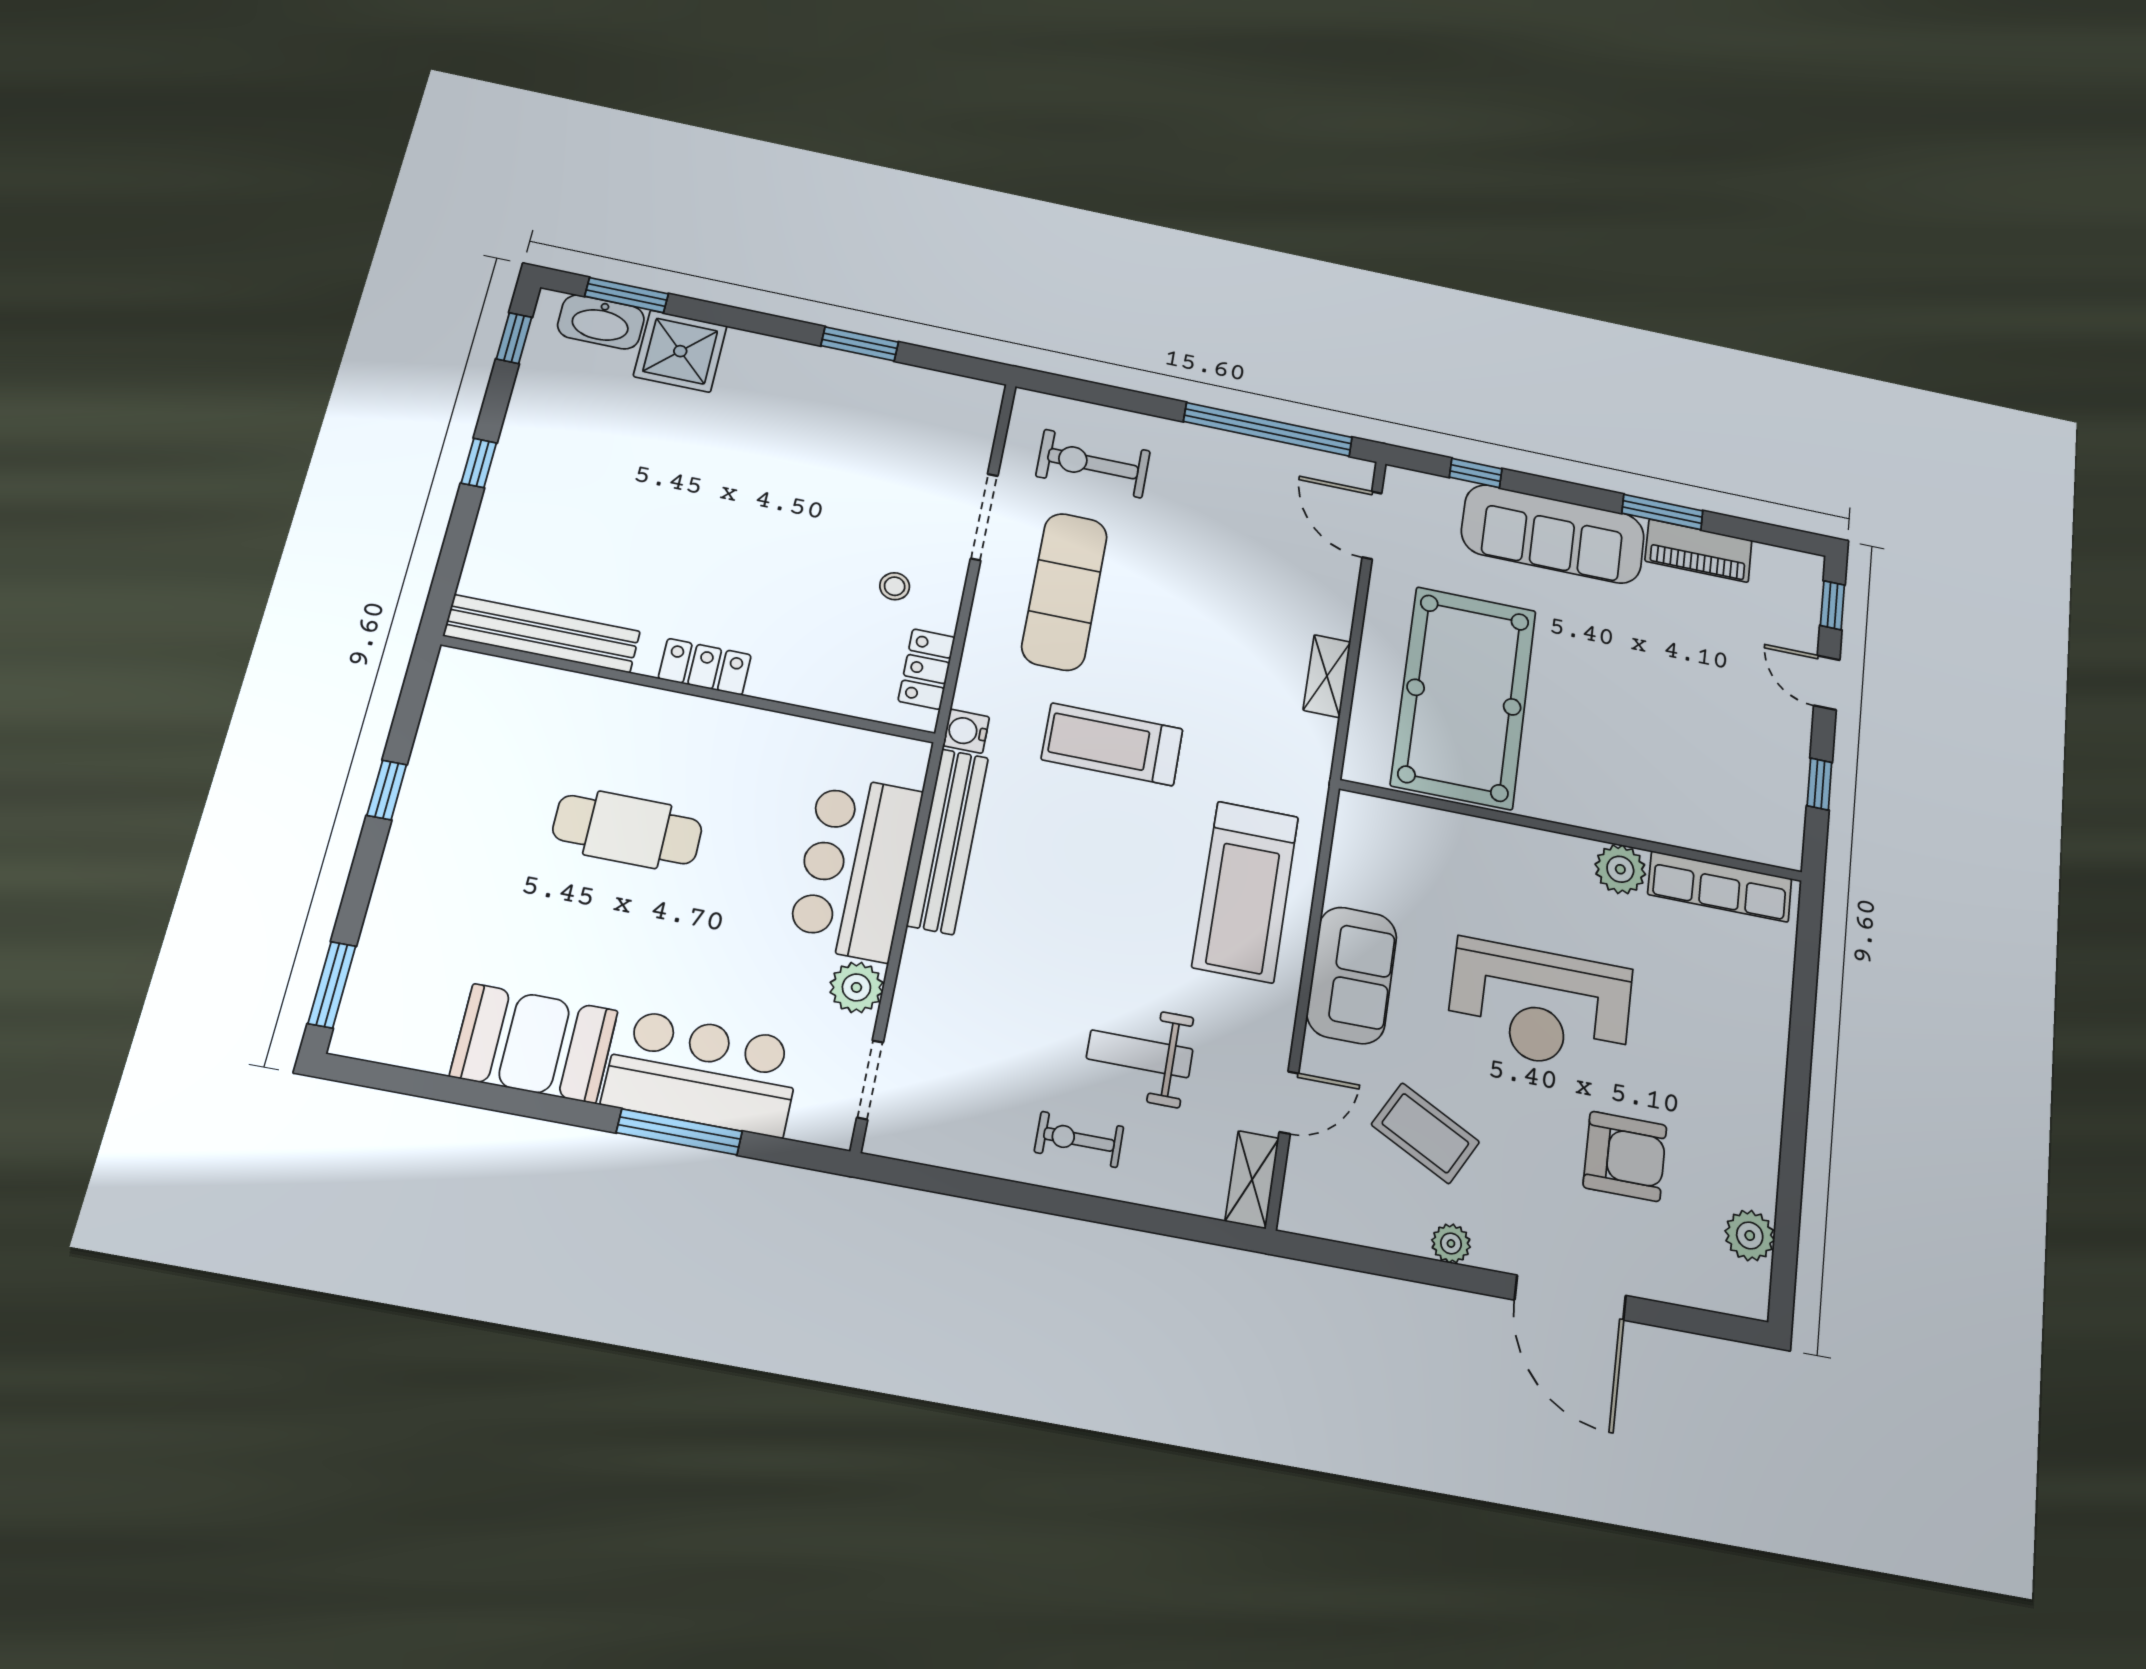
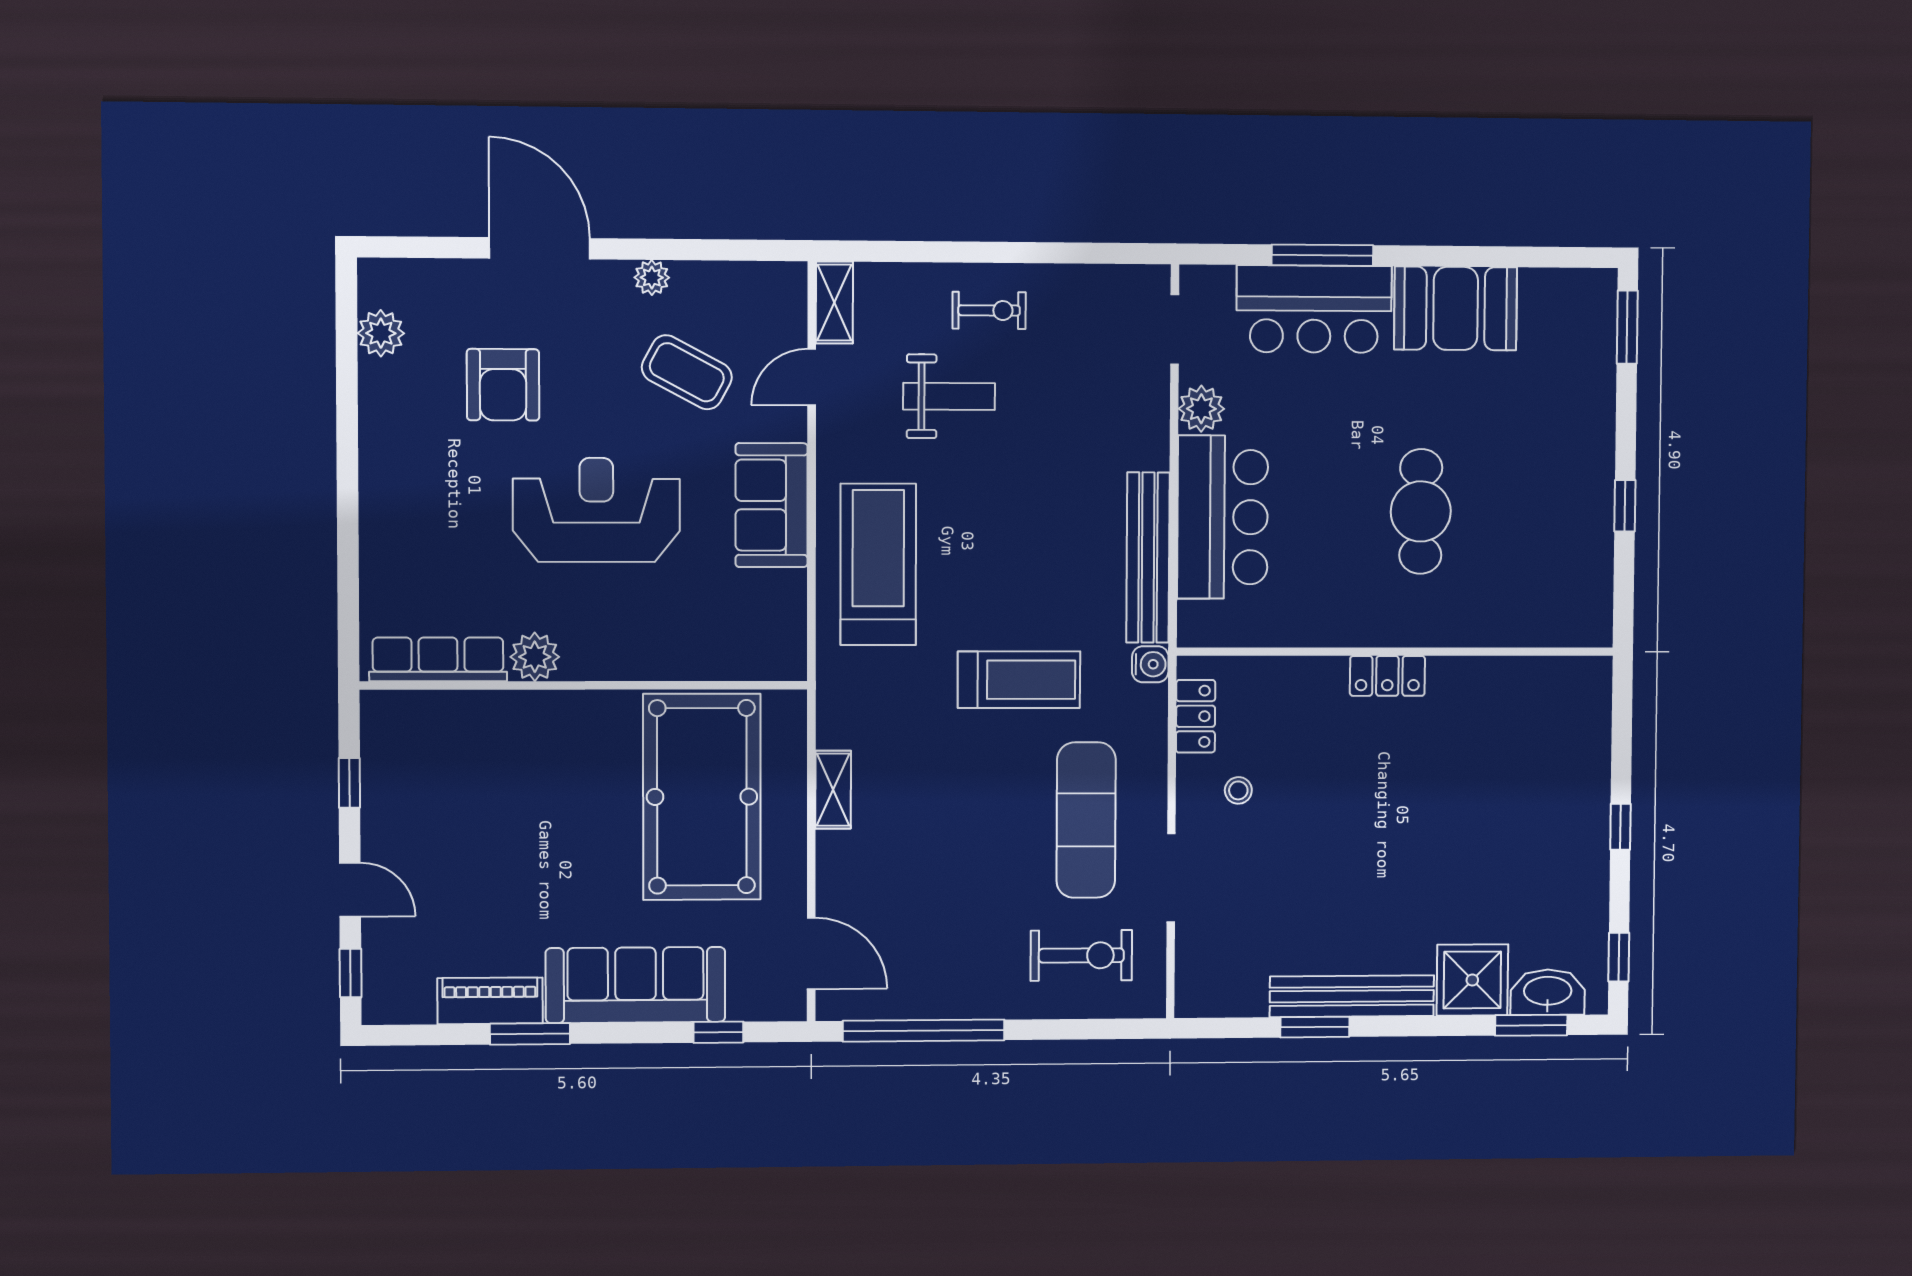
bench: (542, 634) -> (1352, 996), moved
cafe table: (627, 830) -> (1421, 511), turned 90
armchair: (1625, 1156) -> (503, 385), turned -90

